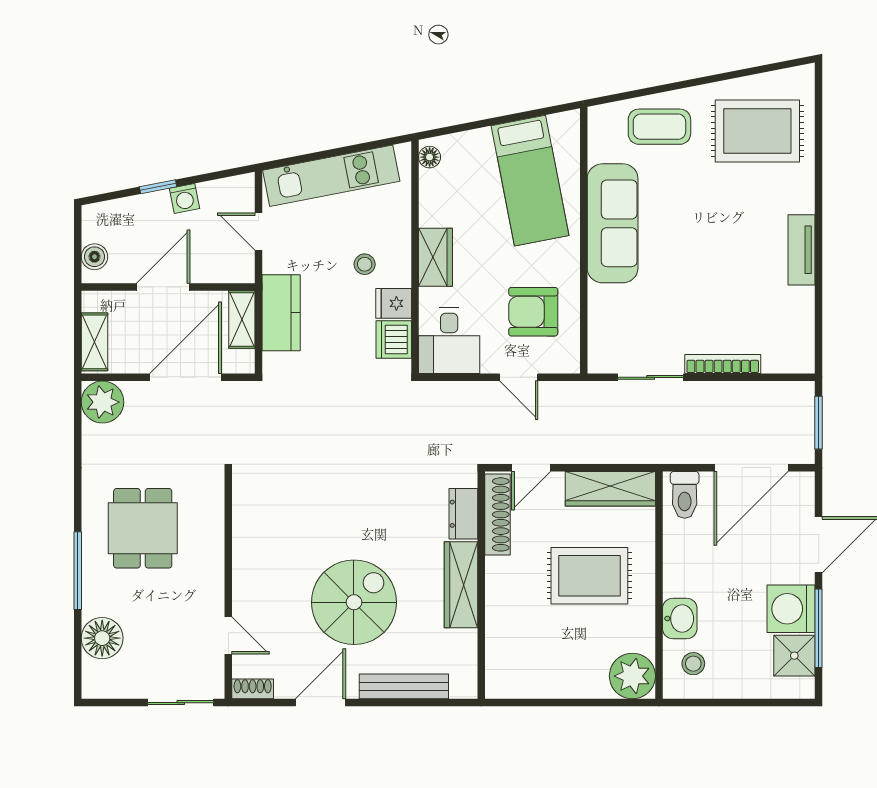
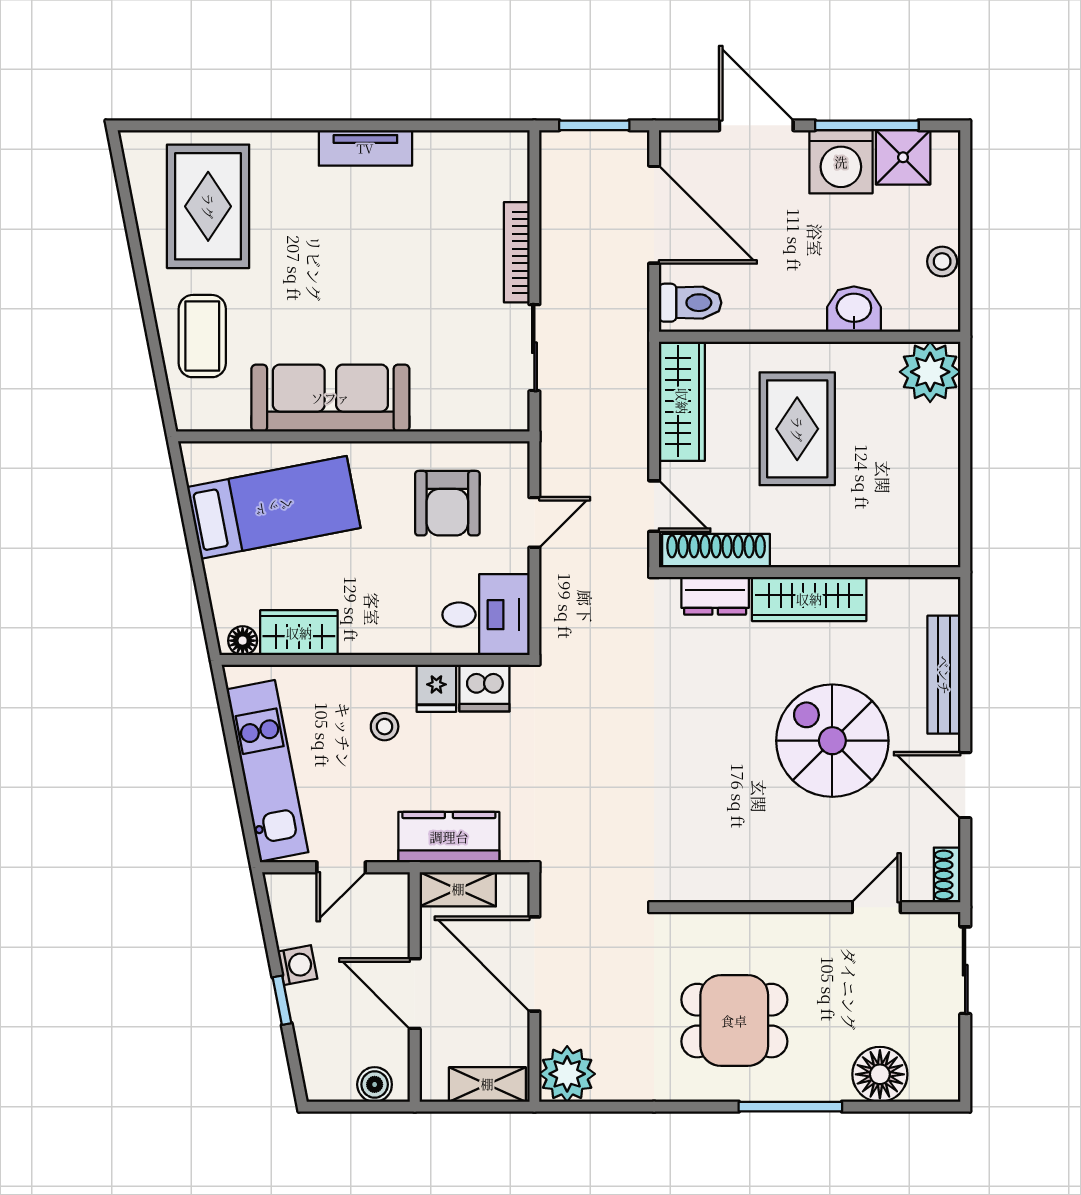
wardrobe: (436, 257) -> (299, 633), moved
stool: (693, 664) -> (942, 261), moved

